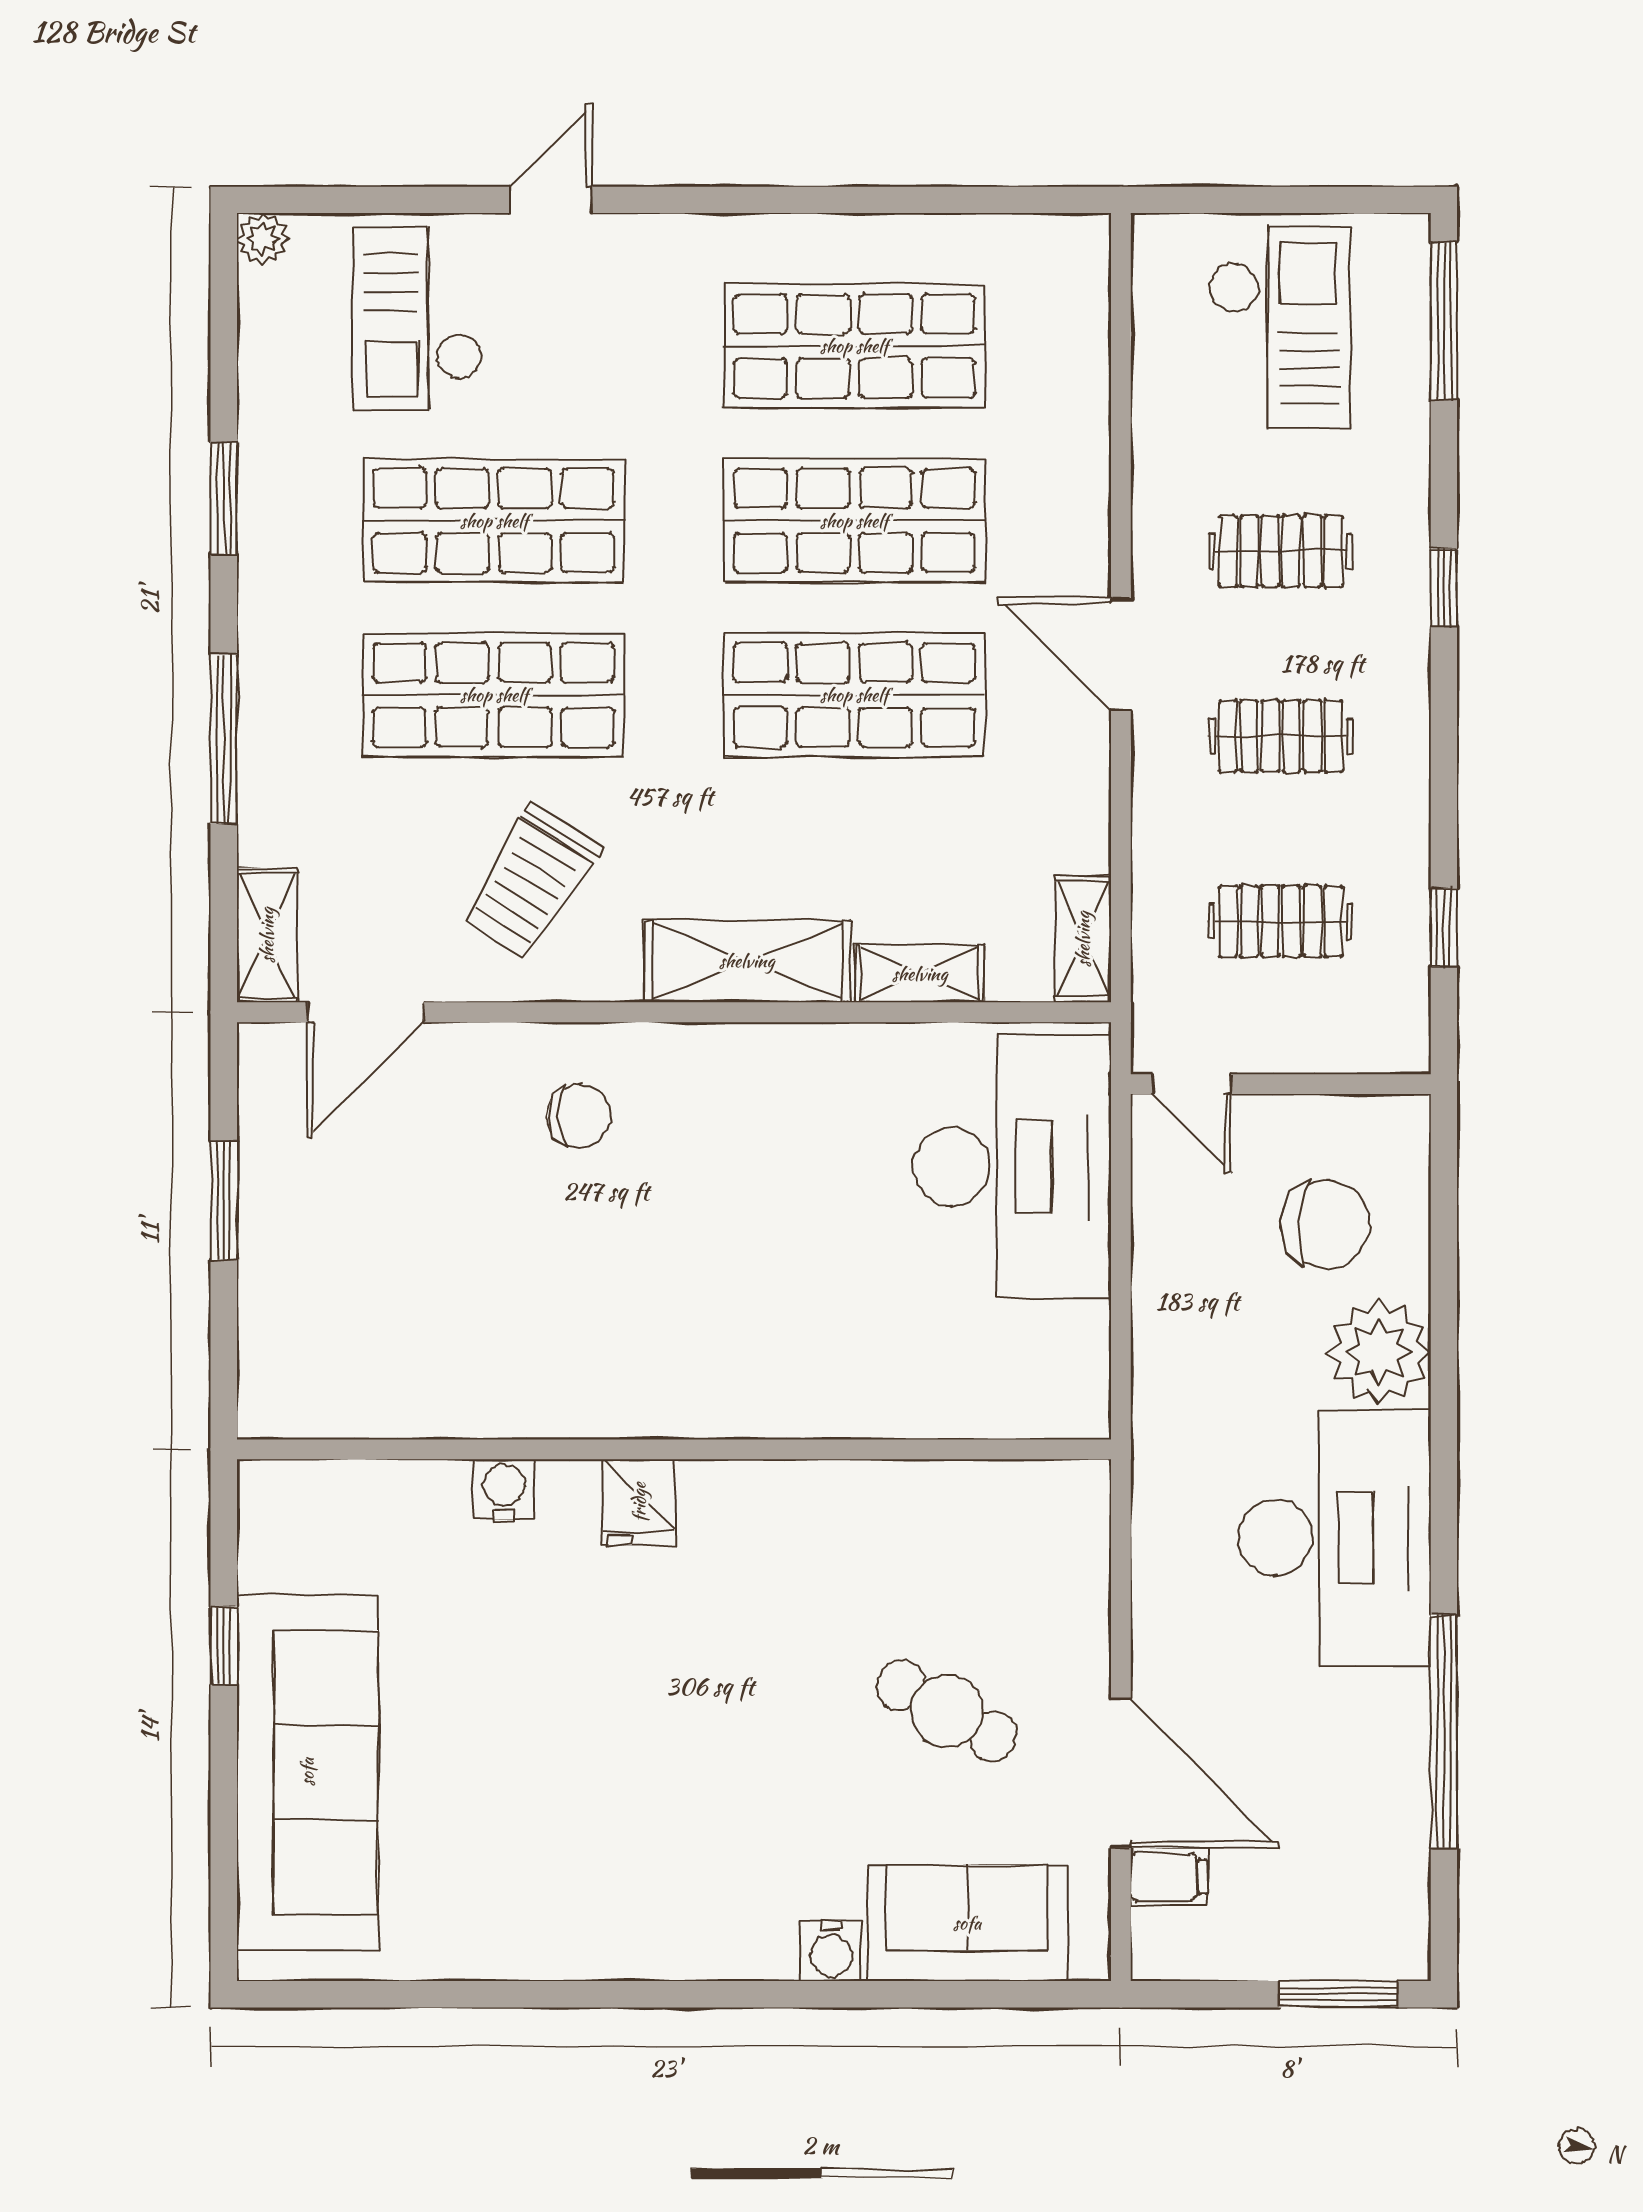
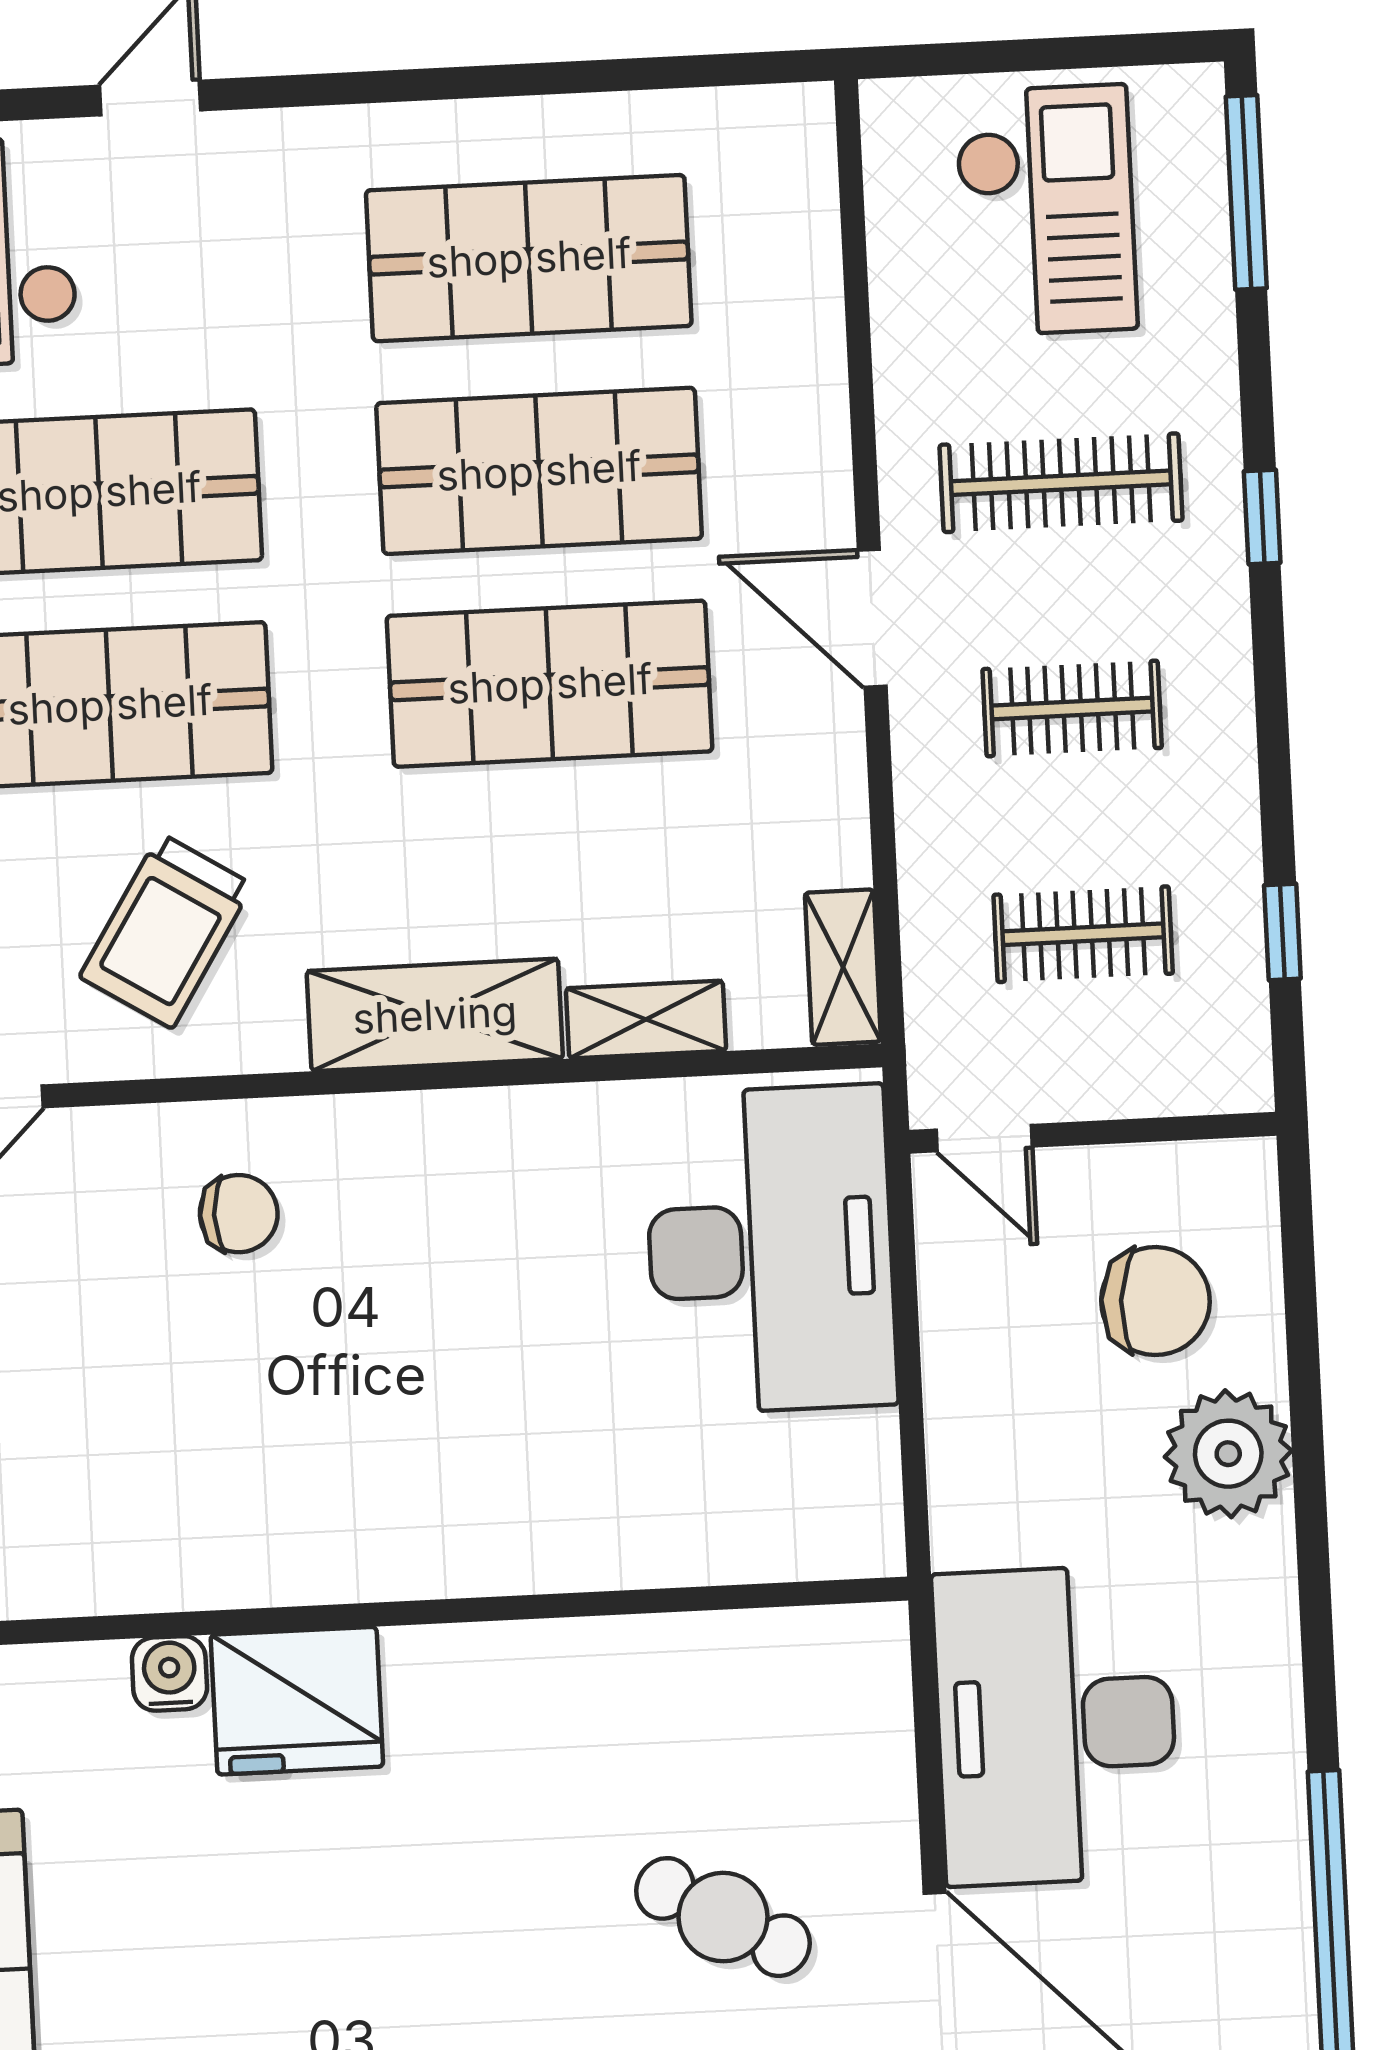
clothes rail: (1281, 551) -> (1061, 483), width x1.36
fridge: (639, 1502) -> (297, 1701), width x1.88, depth x1.34
desk: (1335, 1538) -> (1056, 1725), moved, turned 180

